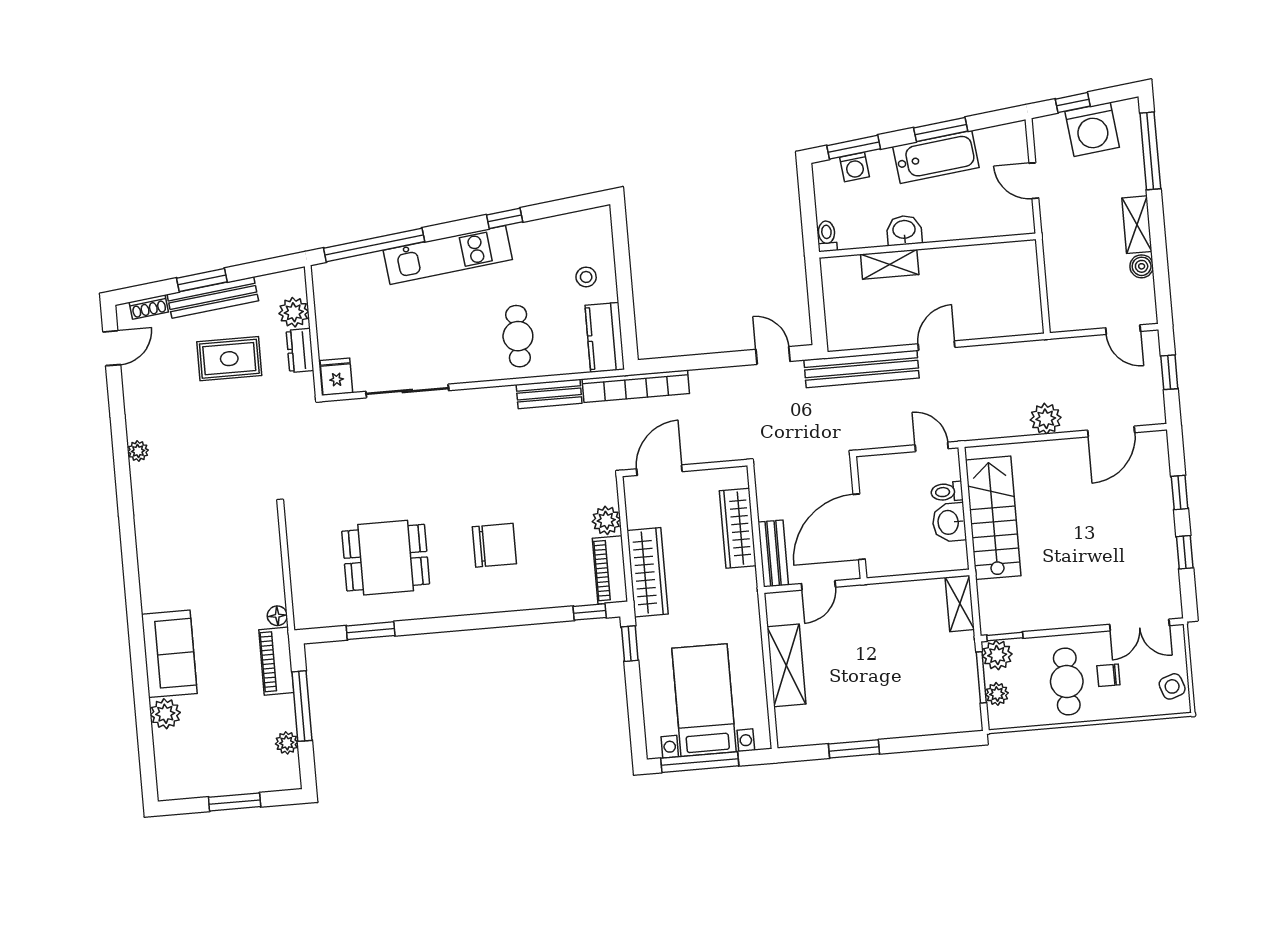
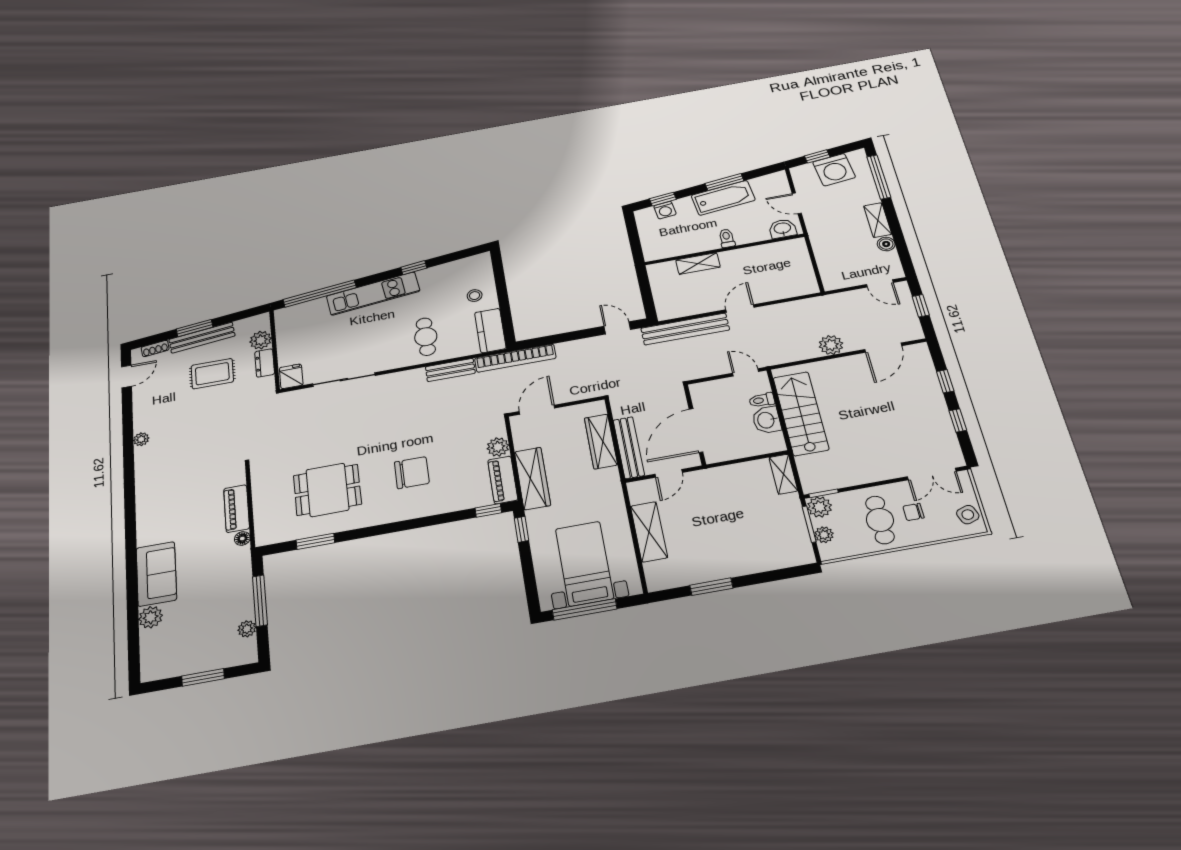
window: (854, 147) -> (663, 199), width x0.67
washbasin: (904, 230) -> (782, 229), moved
toilet: (827, 236) -> (727, 238), moved
bench: (773, 554) -> (629, 448), width x1.36
piano: (276, 661) -> (237, 509), moved

